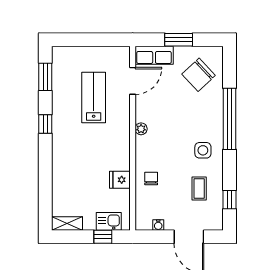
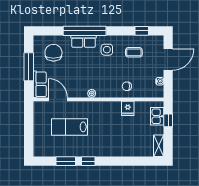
window: (179, 40) -> (29, 67), width x1.44
chair: (199, 75) -> (53, 53), turned -137
window: (45, 77) -> (66, 161), moved
row of seats: (215, 117) -> (84, 41), added

